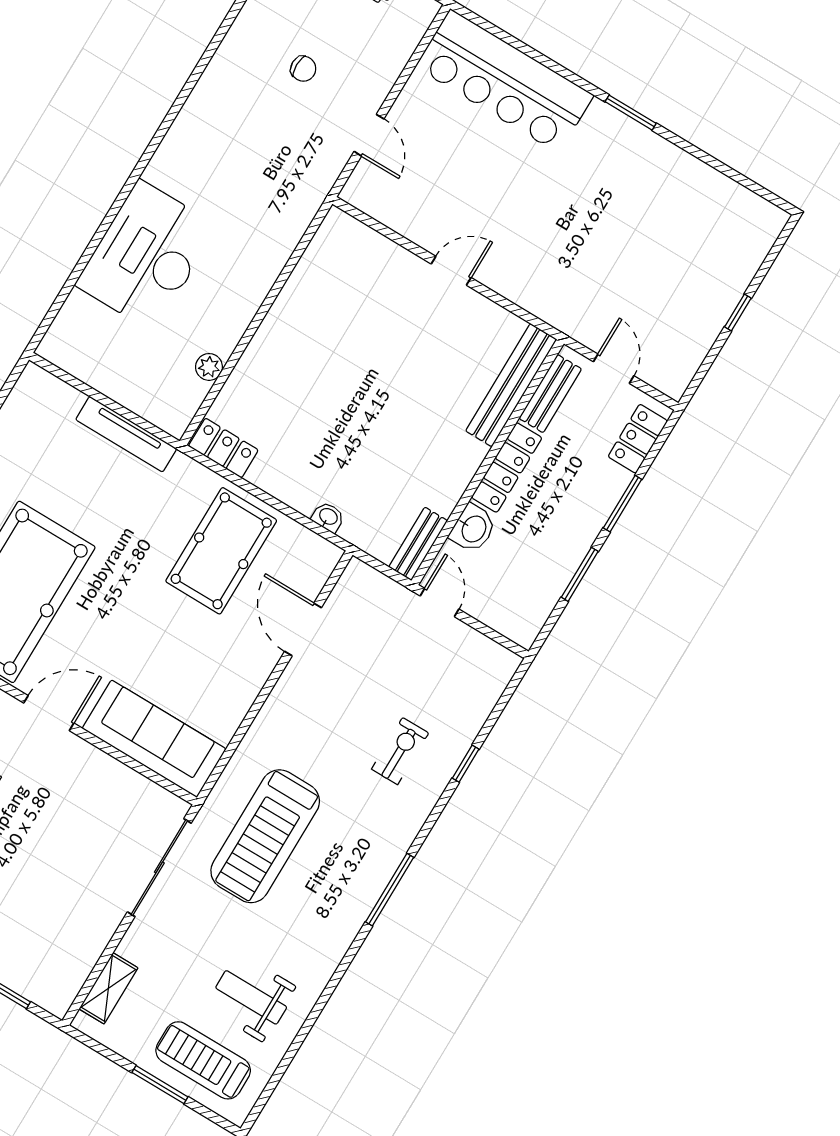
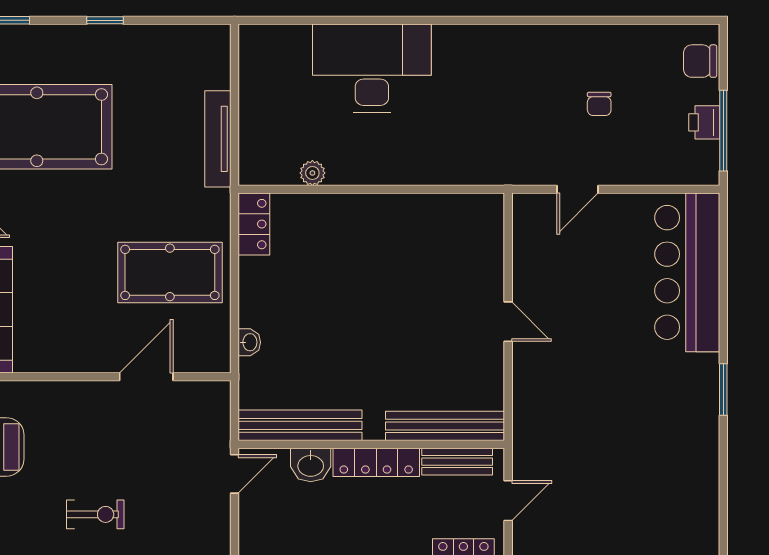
bench: (418, 544) -> (300, 425), width x1.86, depth x1.21

